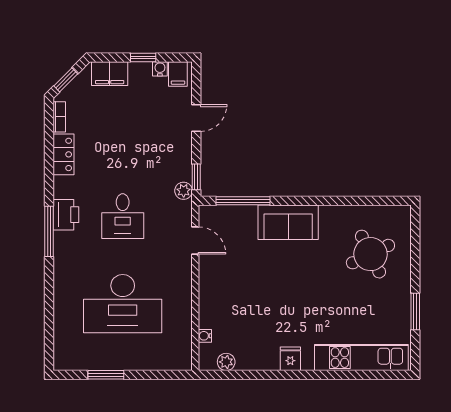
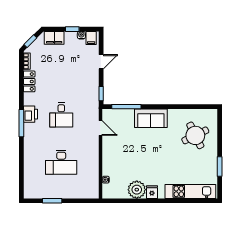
plant: (184, 191) -> (94, 101), removed
desk: (123, 304) -> (61, 162), width x0.73, depth x0.77
plant: (226, 362) -> (137, 190), moved, width x1.88, depth x1.88

